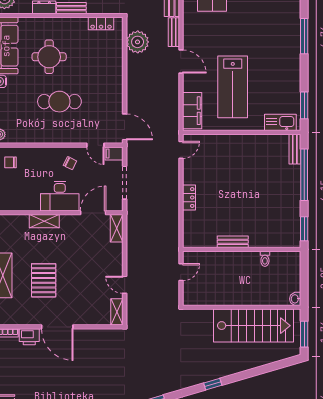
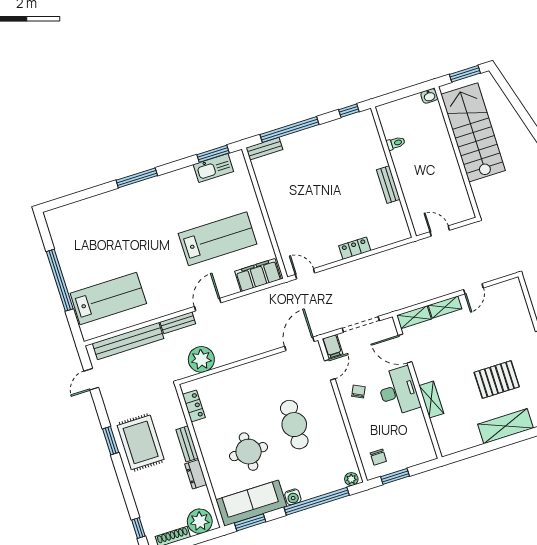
kitchen sink: (280, 122) -> (213, 168), moved, turned -90
window: (304, 229) -> (349, 111), width x0.67
shelving: (117, 312) -> (445, 307), moved

